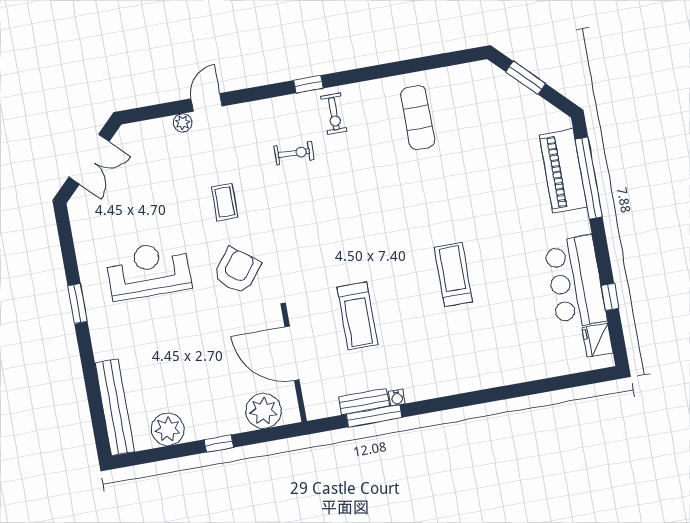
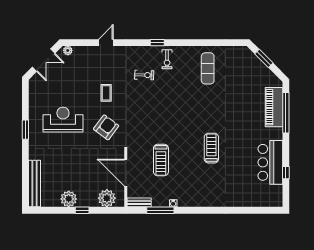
plant: (183, 123) -> (68, 50), moved
fridge: (597, 340) -> (276, 193), removed
bench: (364, 402) -> (139, 202), moved
plant: (168, 429) -> (69, 199), moved

